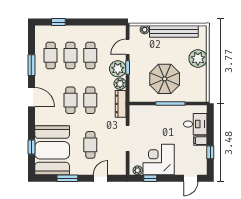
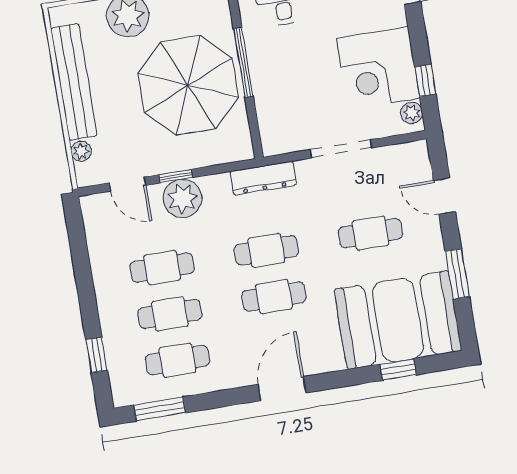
window: (31, 65) -> (160, 409), moved
parasol: (165, 79) -> (188, 85), width x1.36, depth x1.36
plant: (120, 84) -> (216, 187), removed

